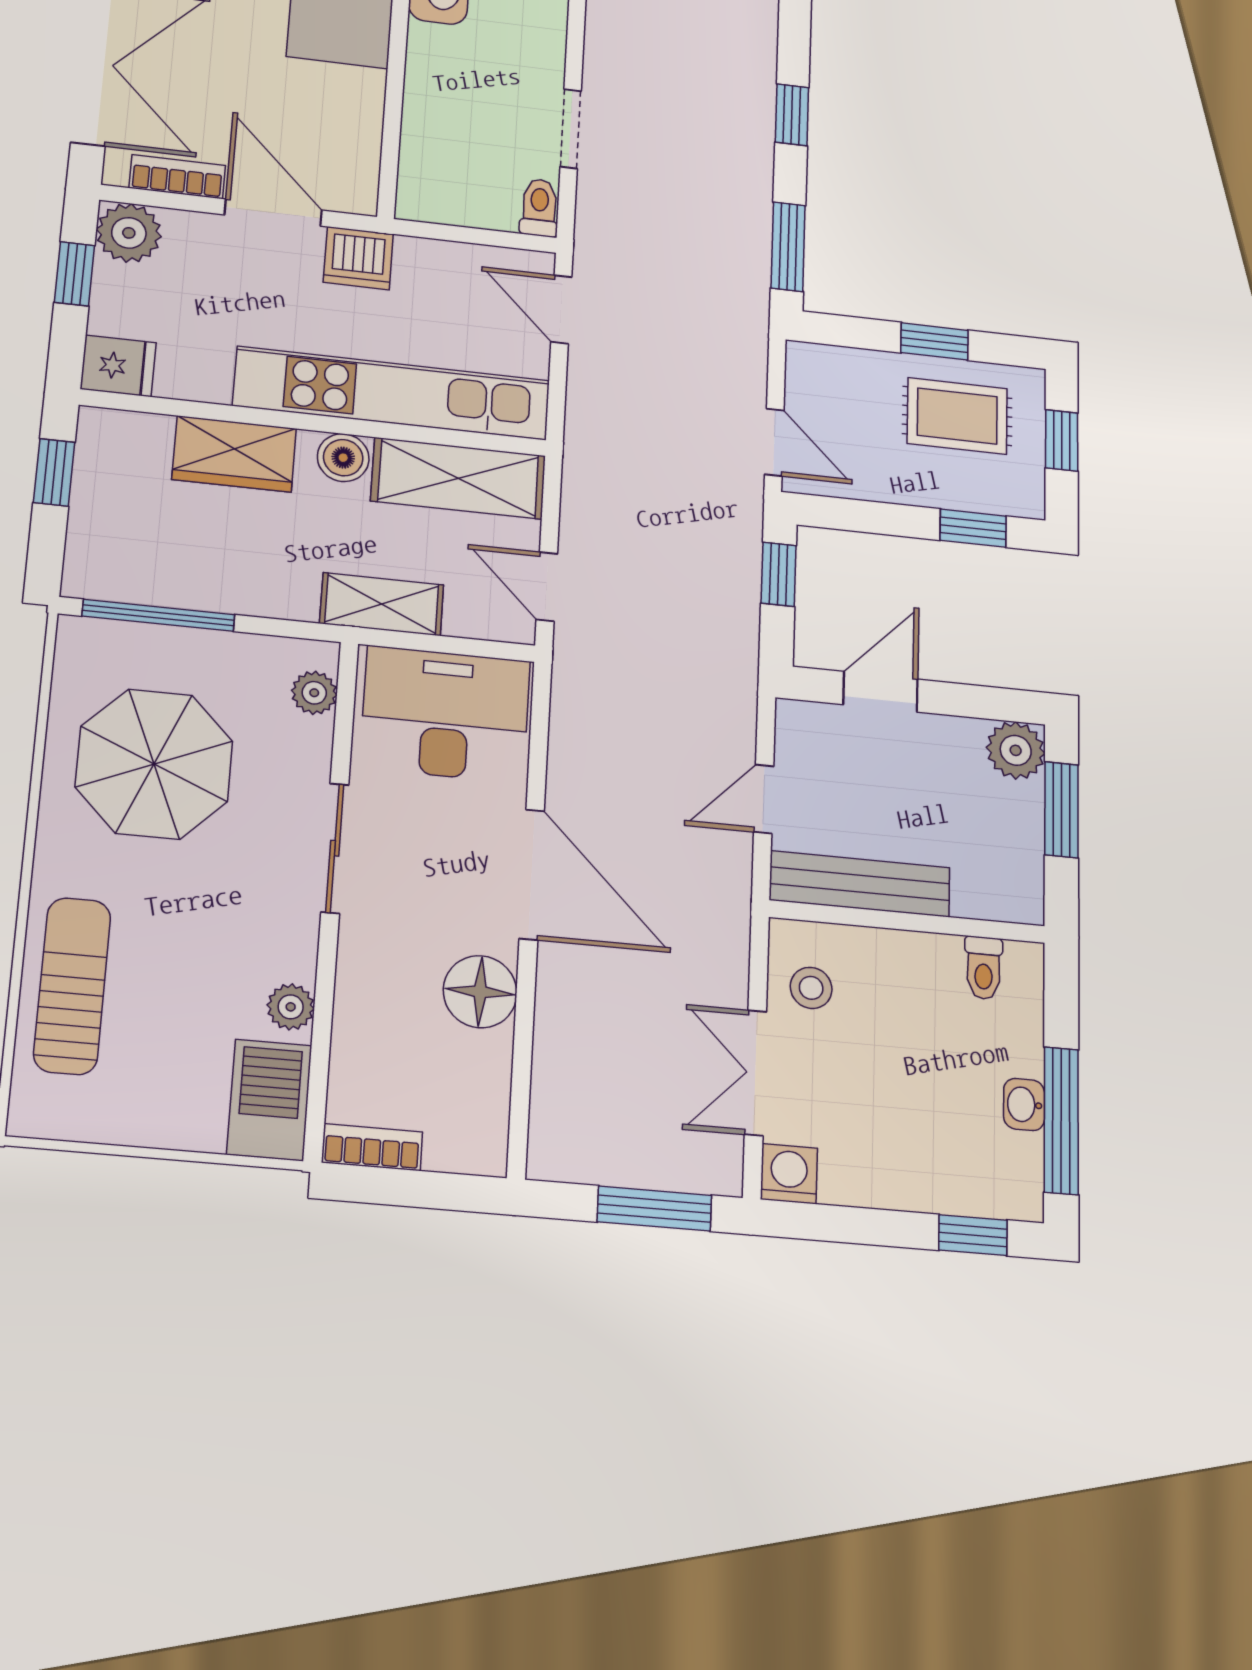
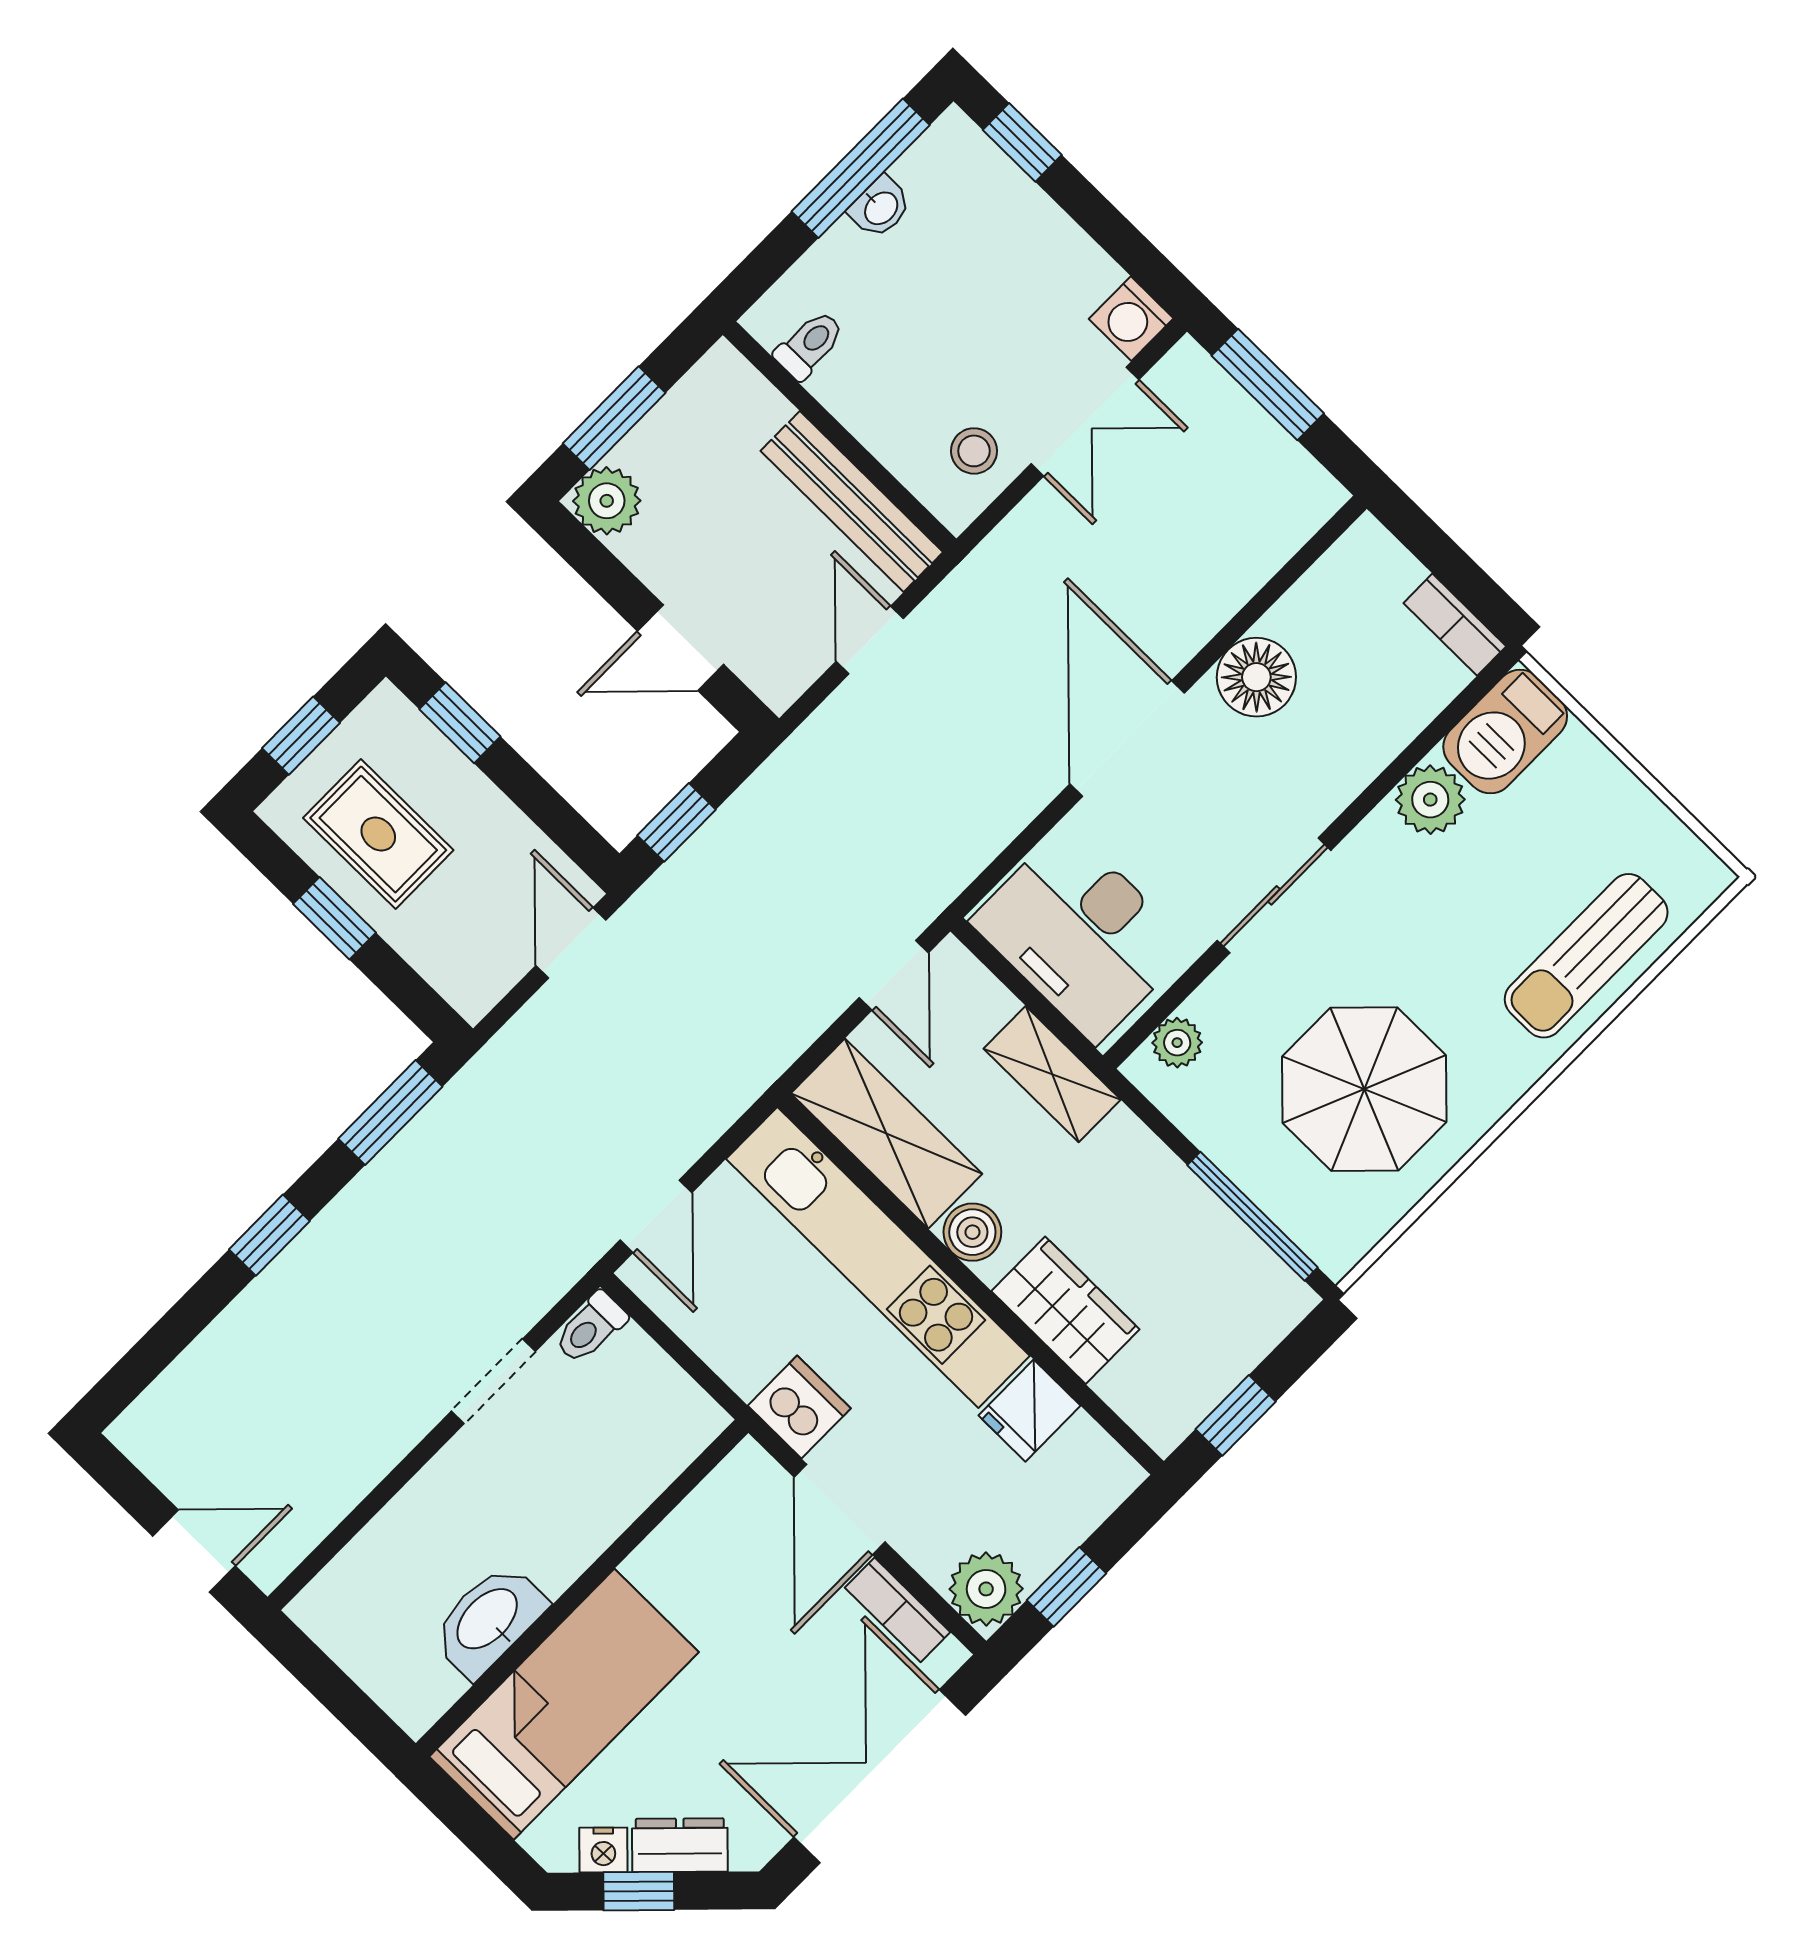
fridge: (118, 366) -> (1029, 1411), moved, turned -90
door: (764, 799) -> (870, 640), swing flipped
plant: (291, 1007) -> (1430, 800), width x1.38, depth x1.38

